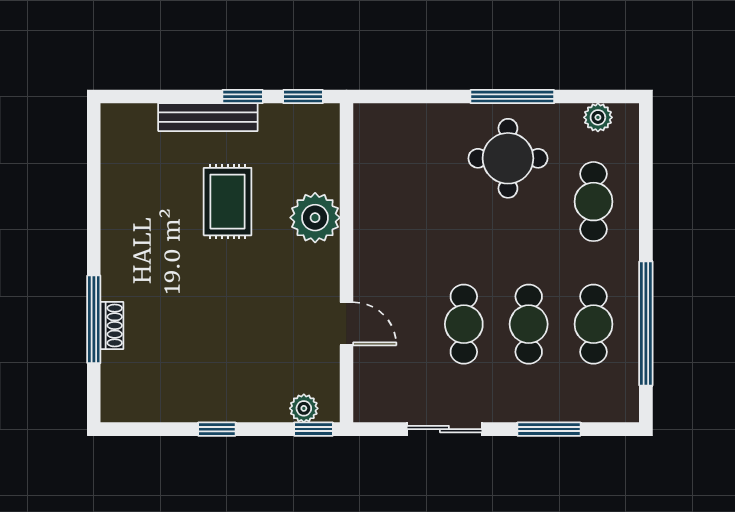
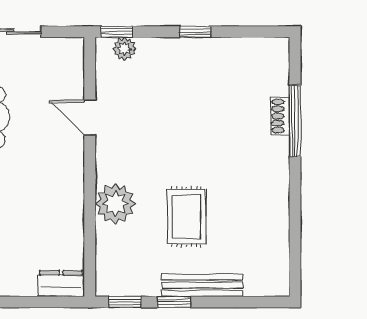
dresser: (382, 119) -> (61, 283), added

